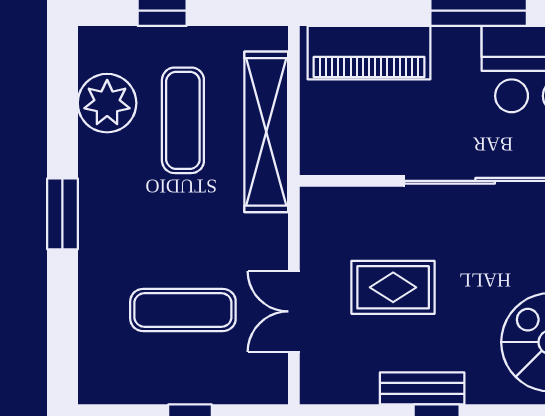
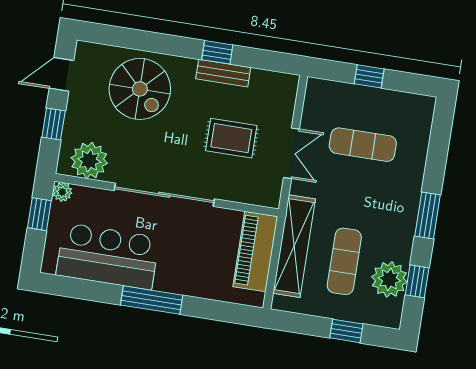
piano: (369, 53) -> (255, 252), moved, turned -90
window: (62, 107) -> (417, 281), added
double door: (294, 311) -> (291, 153), moved

